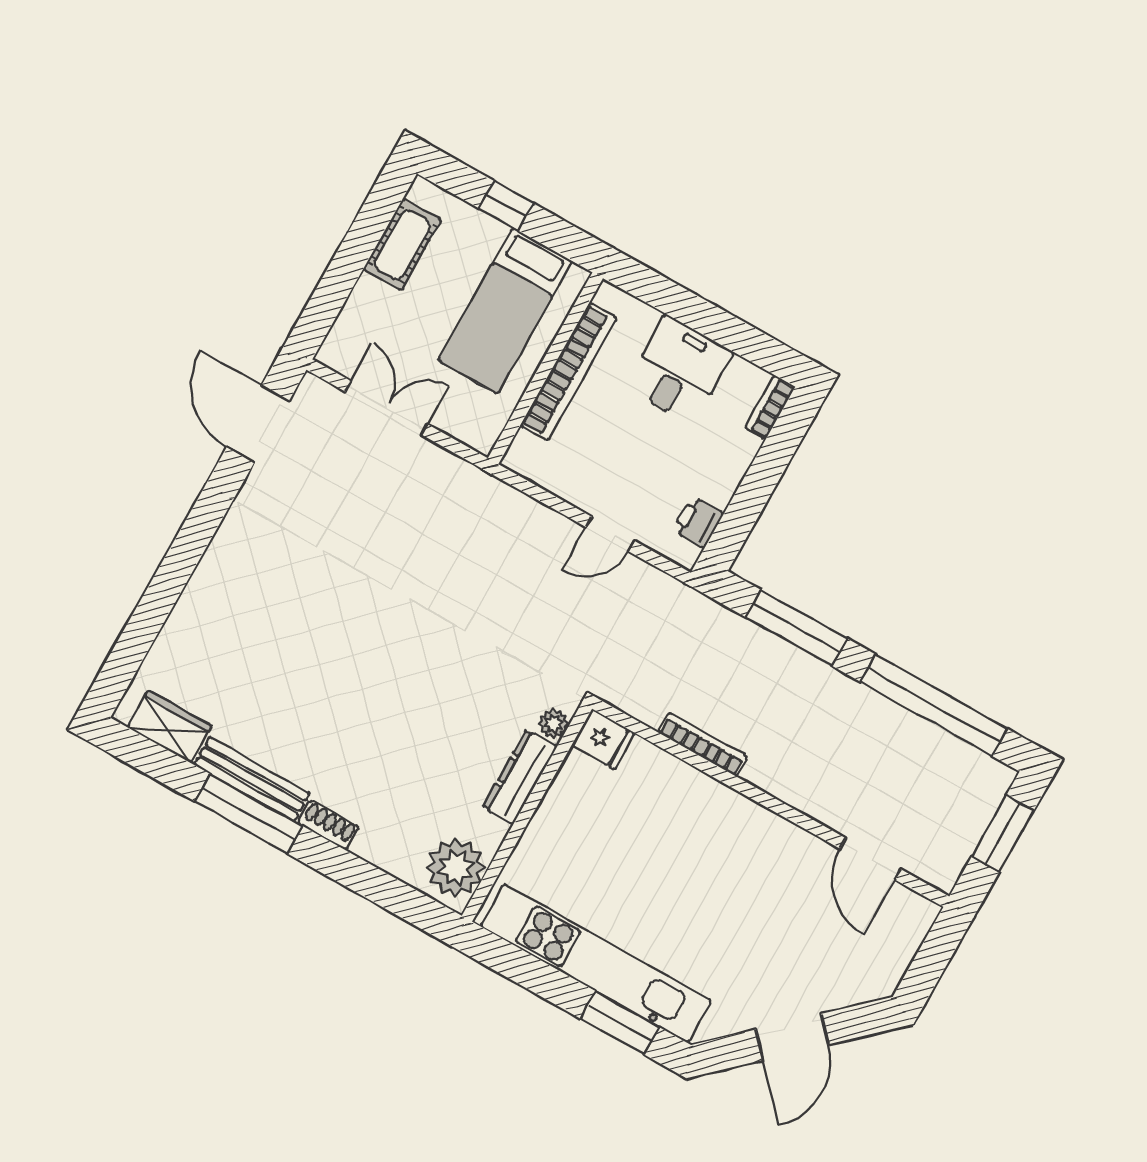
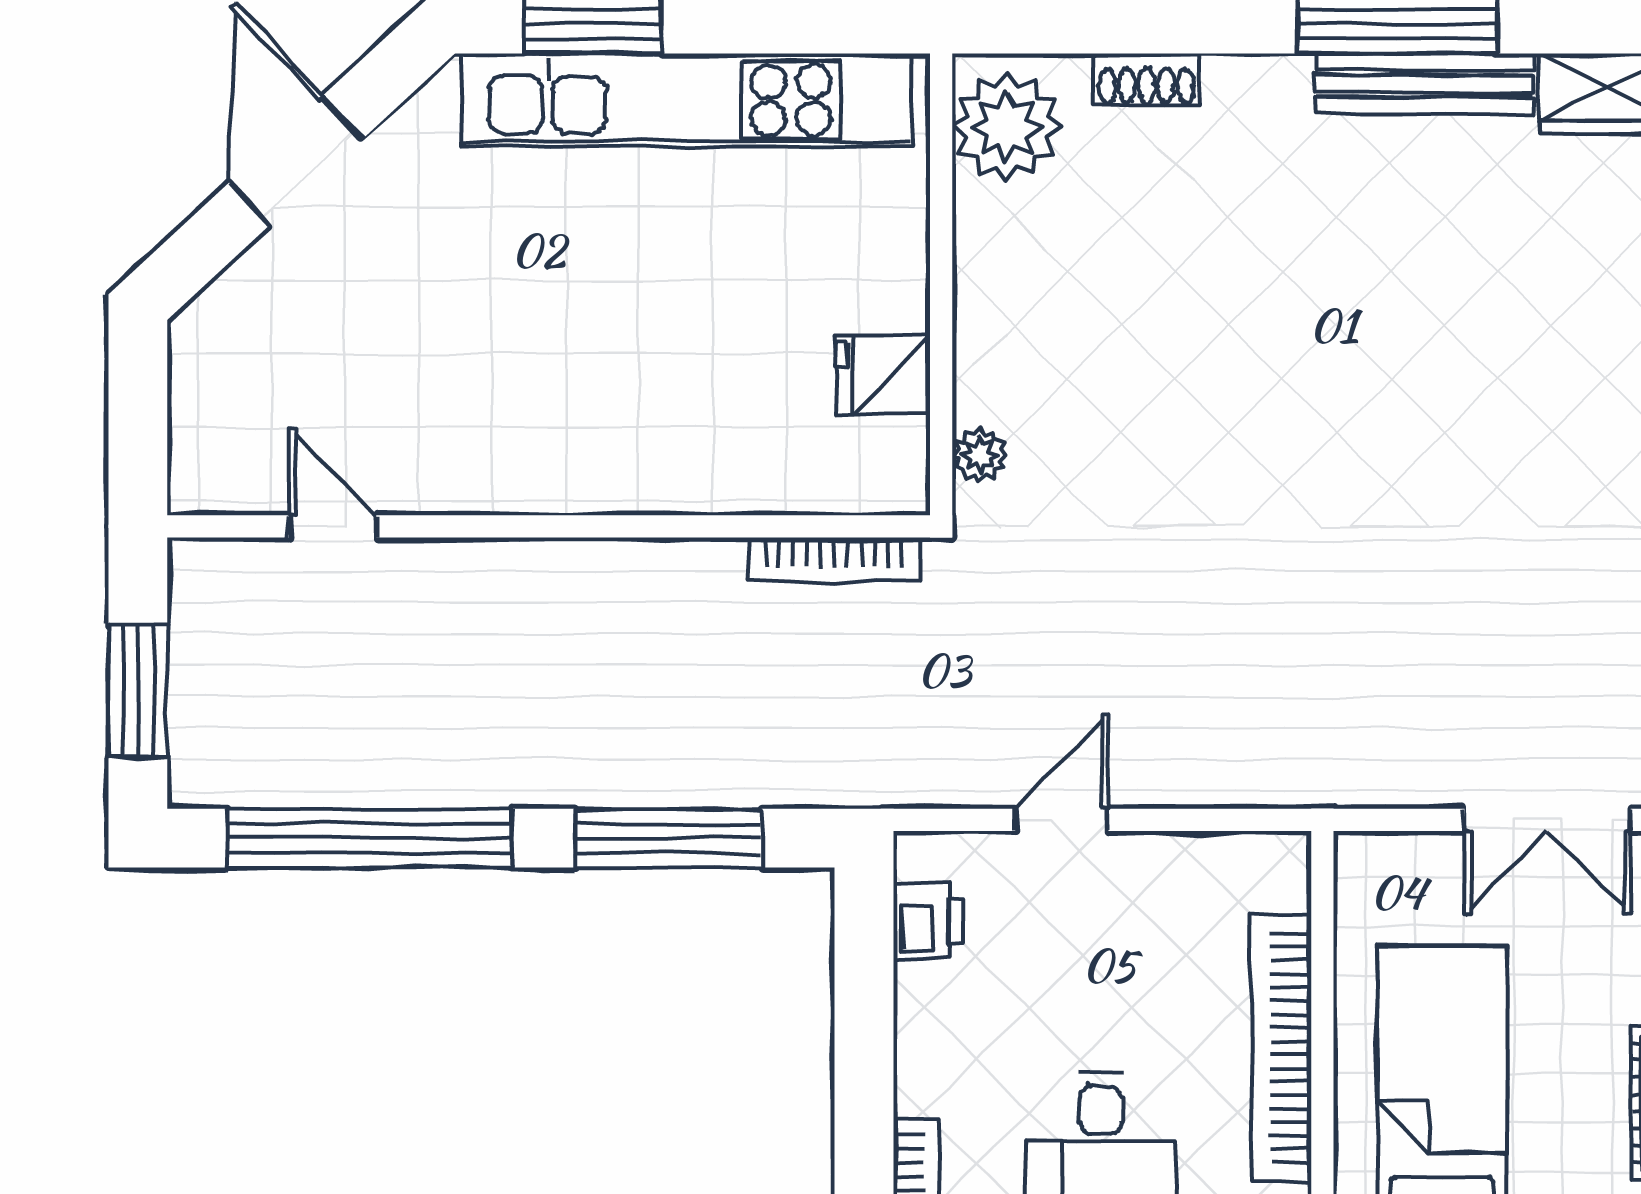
fridge: (603, 739) -> (883, 375), moved
bookcase: (703, 744) -> (834, 559), moved
dresser: (520, 777) -> (986, 336), removed
shoe rack: (328, 825) -> (1146, 79), moved
door: (870, 859) -> (333, 526), width x0.73

